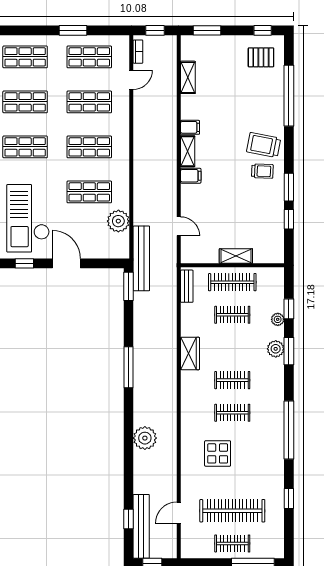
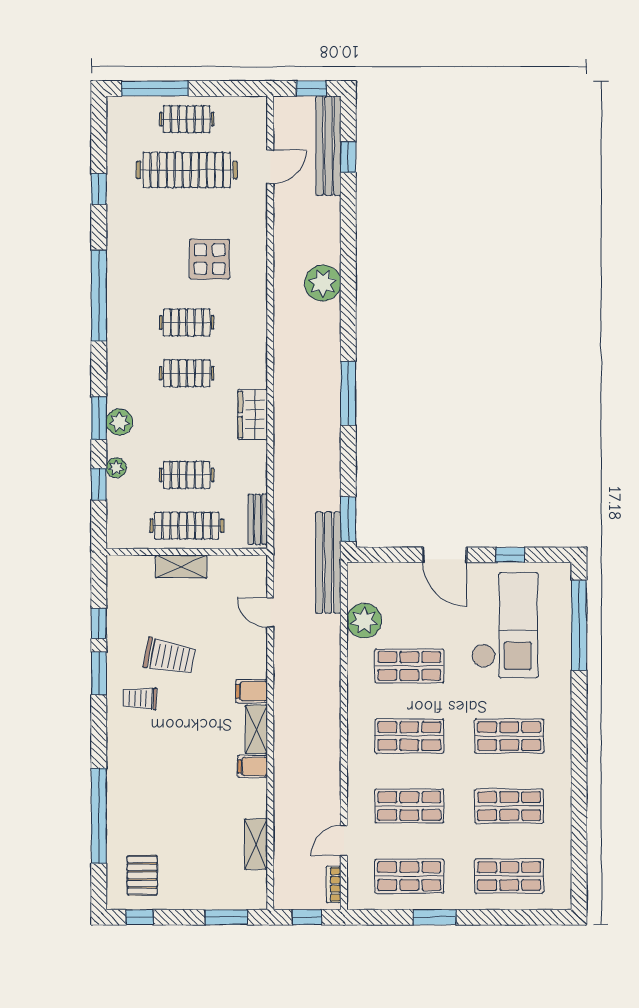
pallet: (261, 57) -> (142, 875), turned 90
trolley: (264, 145) -> (170, 657), moved

